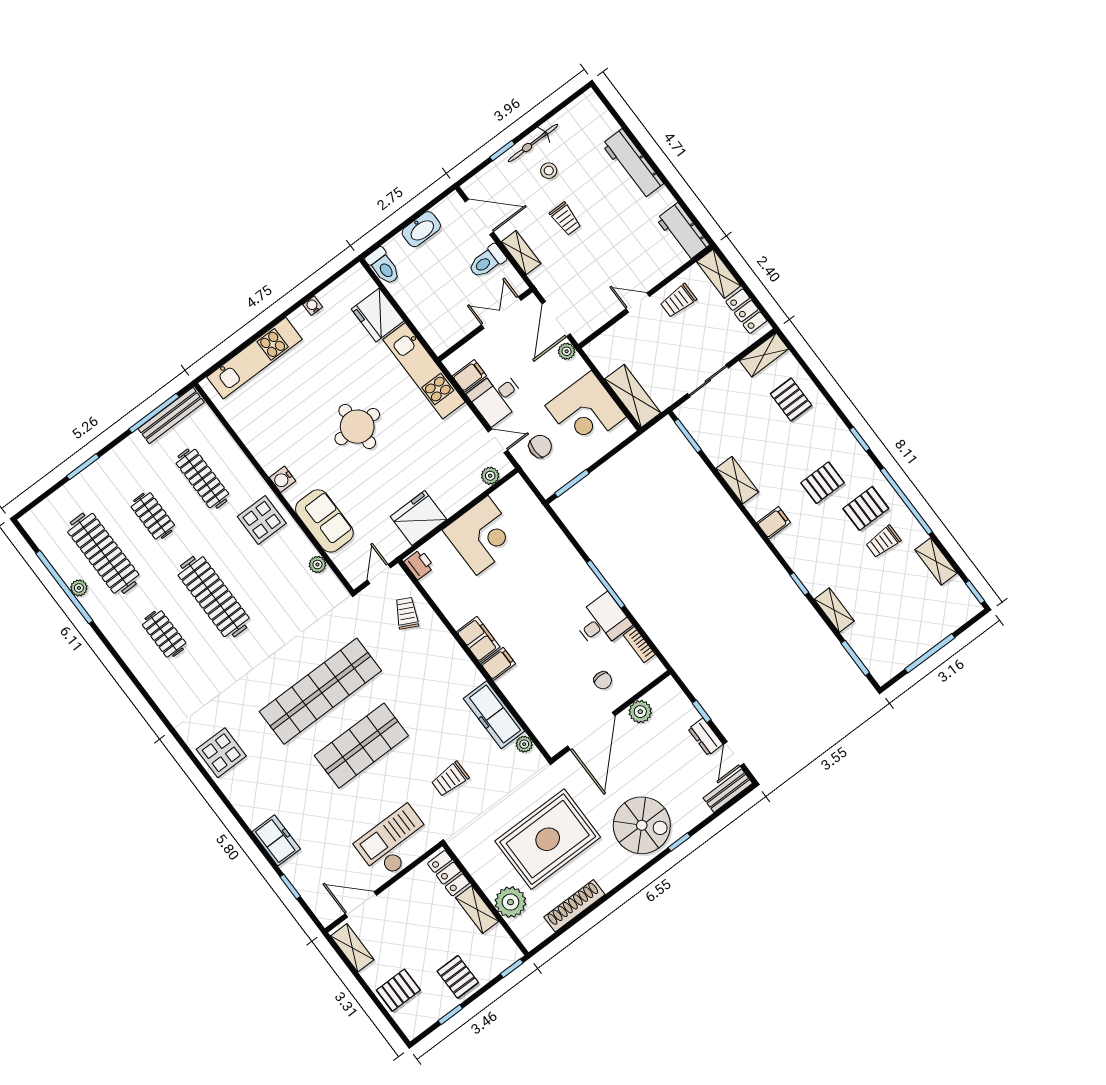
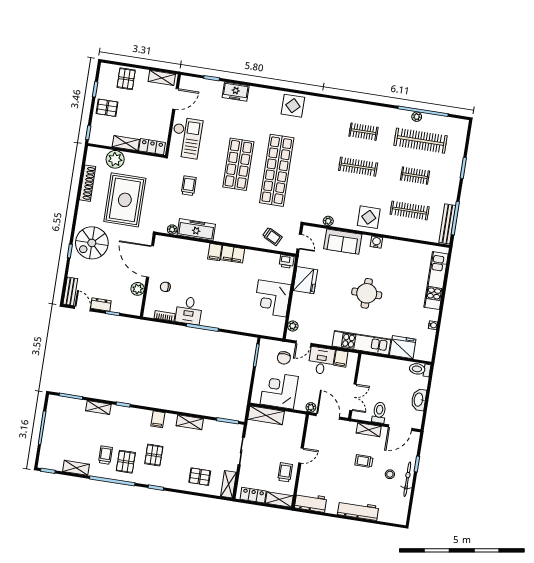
clothes rail: (214, 597) -> (358, 167), width x0.73, depth x0.76

